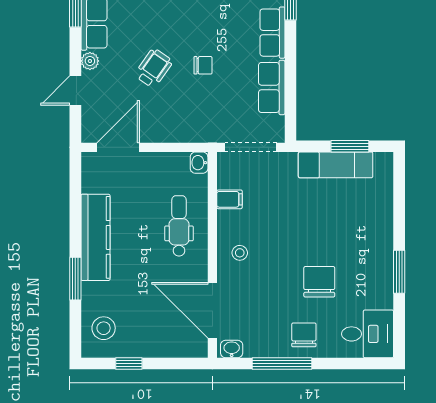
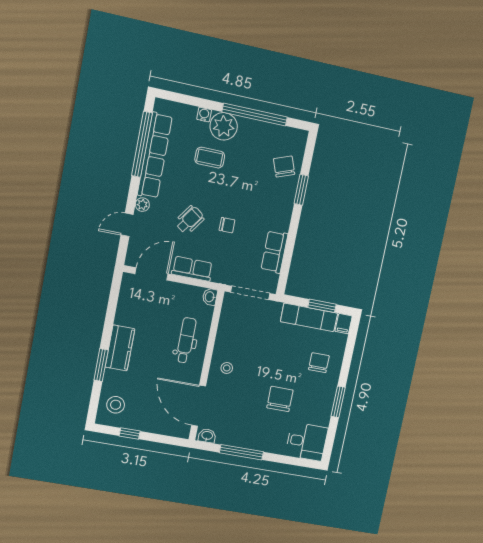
row of seats: (272, 33) -> (192, 269), moved, turned 90
filing cabinet: (230, 199) -> (344, 324), moved, turned 90
kitchen counter: (95, 237) -> (120, 348), width x0.67
chair: (304, 335) -> (319, 363), moved

